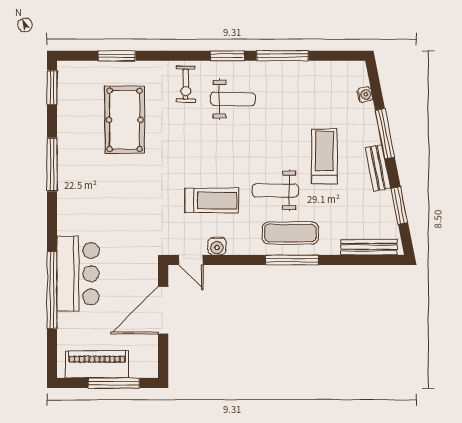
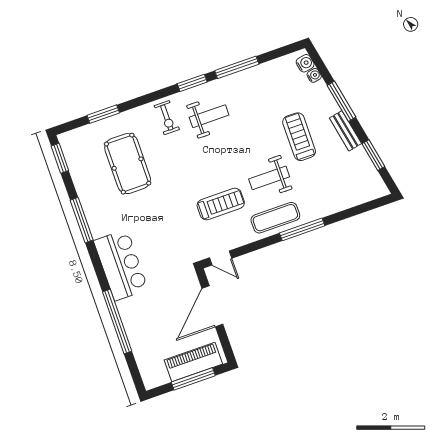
exercise mat: (290, 233) -> (275, 218), moved
water cooler: (217, 246) -> (305, 63), moved, turned -101
bench: (369, 247) -> (361, 197), removed
bar counter: (78, 274) -> (121, 265), moved
piano: (97, 364) -> (193, 362), moved

